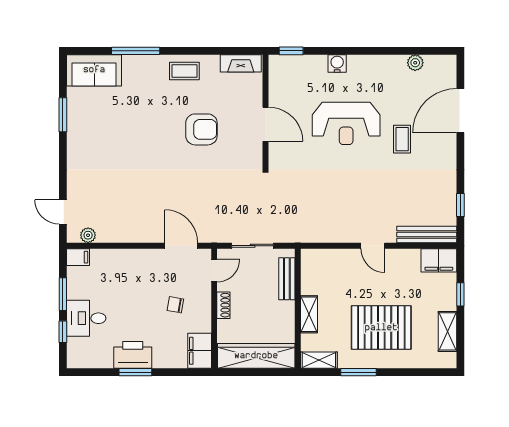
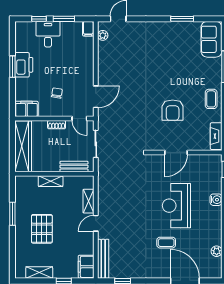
pallet: (381, 328) -> (42, 229), width x0.73, depth x0.71
shelving: (319, 360) -> (88, 201), moved

